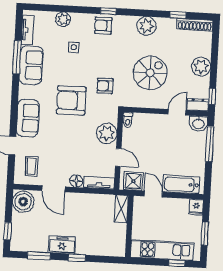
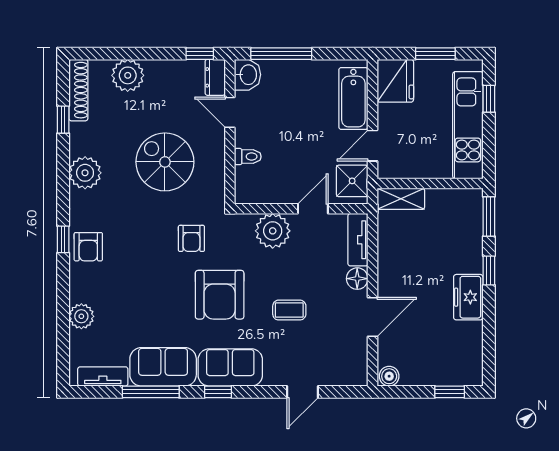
side table: (74, 47) -> (128, 295), removed
plant: (201, 67) -> (128, 75), moved
window: (15, 96) -> (218, 392), added
sofa: (28, 118) -> (230, 367), moved
toilet: (128, 120) -> (248, 157), moved
coffee table: (31, 166) -> (289, 310), moved
boiler: (23, 202) -> (389, 376), width x0.54, depth x0.54
fridge: (196, 207) -> (395, 81), width x1.88, depth x1.34
window: (39, 256) -> (489, 216), moved

